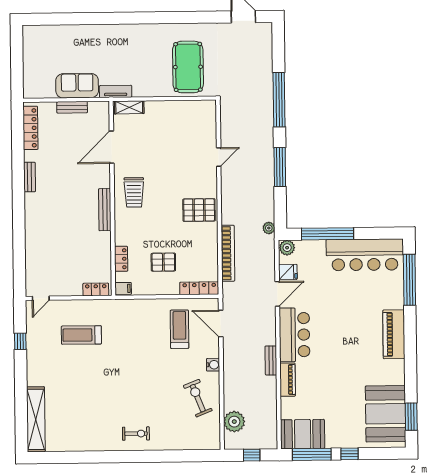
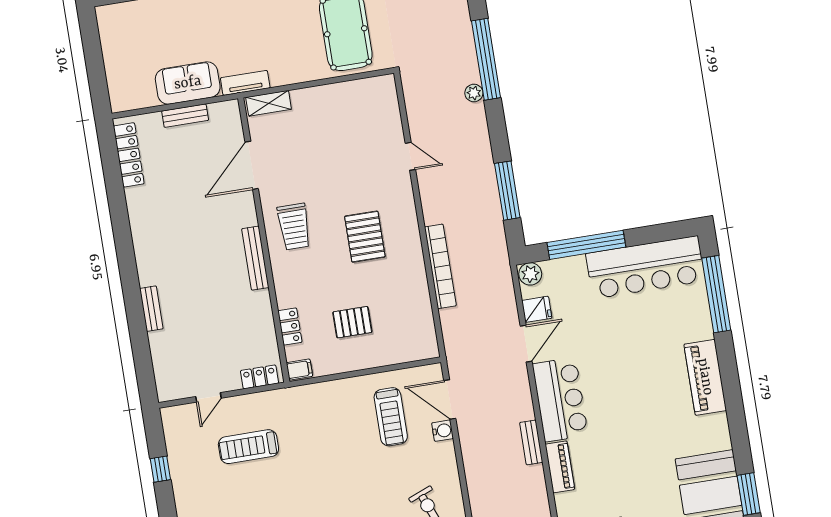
door: (219, 157) -> (410, 156), hinge flipped
window: (280, 167) -> (507, 191), moved
bench: (30, 177) -> (151, 309), moved
pallet: (199, 210) -> (365, 237), moved, turned 90
plant: (269, 228) -> (474, 93), moved
bookcase: (228, 253) -> (440, 266), moved
locker: (199, 288) -> (411, 352), removed
door: (41, 298) -> (208, 397), moved
treadmill: (179, 329) -> (391, 417), turned 180
water cooler: (213, 365) -> (443, 431), moved

